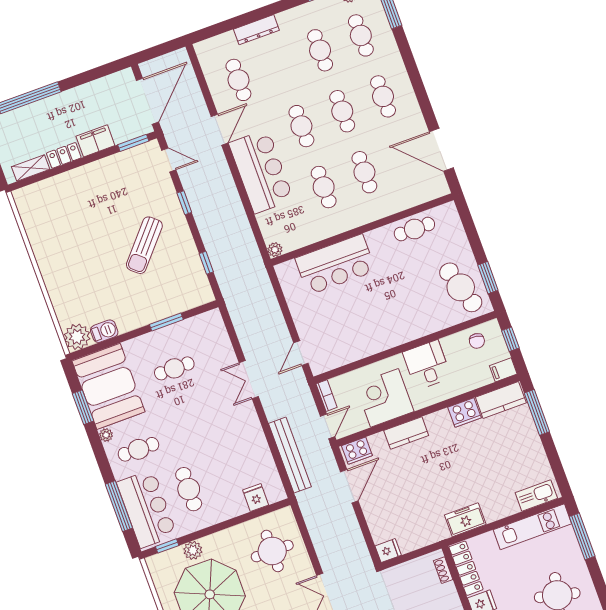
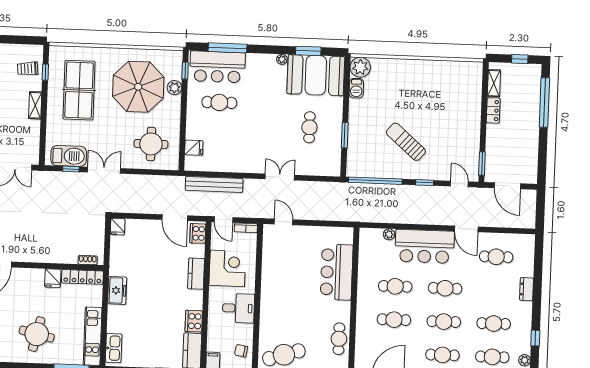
dresser: (256, 30) -> (527, 289), width x0.70
door: (147, 101) -> (507, 186), width x0.73
filing cabinet: (95, 141) -> (494, 137), removed
door: (169, 160) -> (459, 184), swing flipped
plant: (275, 250) -> (389, 234), moved
window: (206, 263) -> (375, 181), width x3.17
cafe table: (138, 449) -> (262, 78), removed

